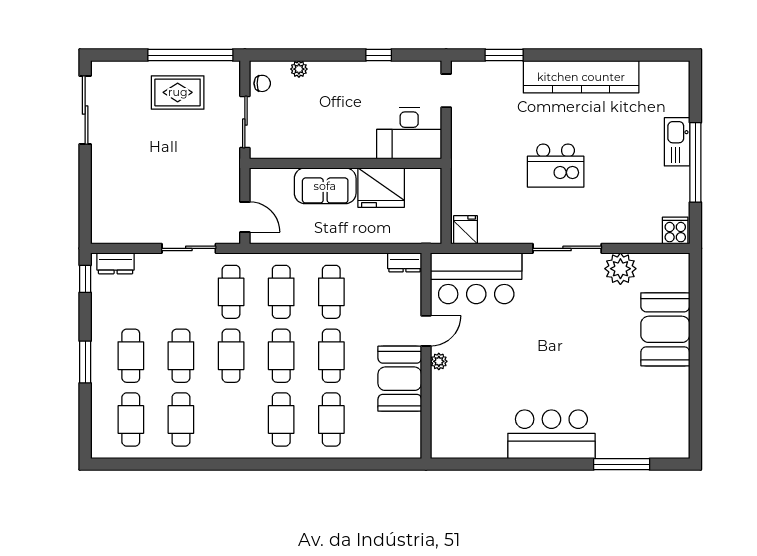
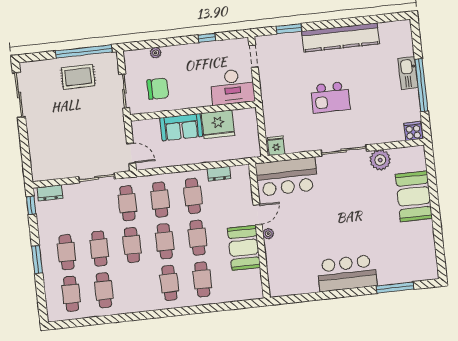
chair: (262, 83) -> (158, 89), moved, width x1.87, depth x1.87
dresser: (405, 262) -> (219, 174), moved

